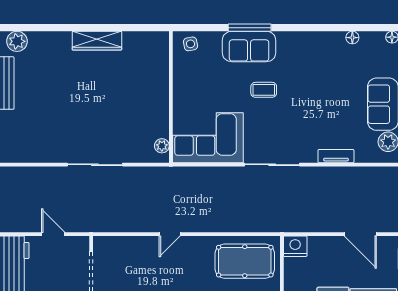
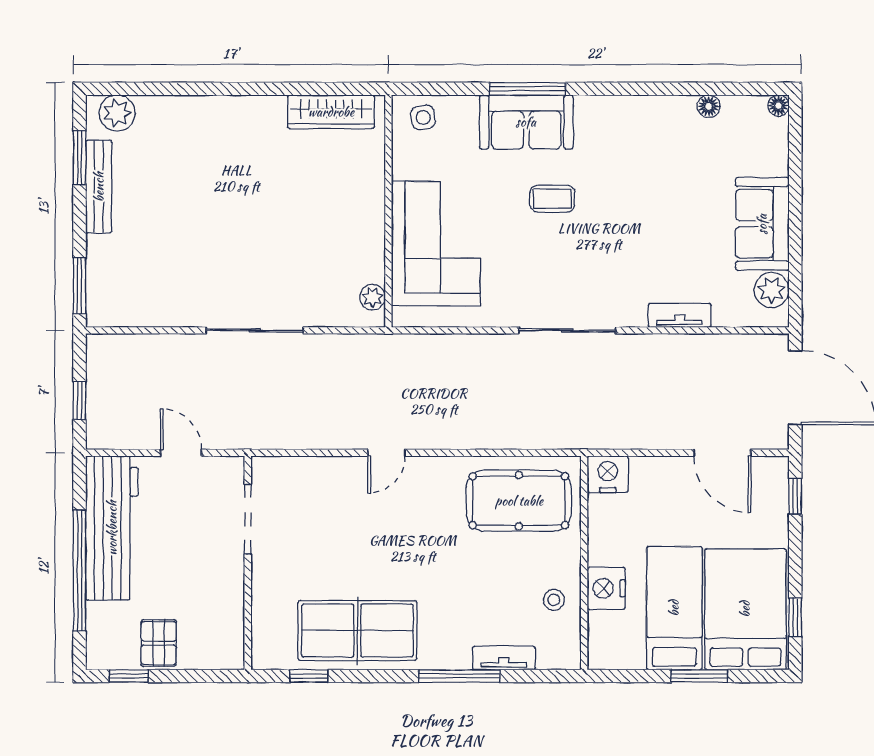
wardrobe: (97, 41) -> (331, 112), moved
corner sofa: (208, 138) -> (436, 244), moved, turned 90

